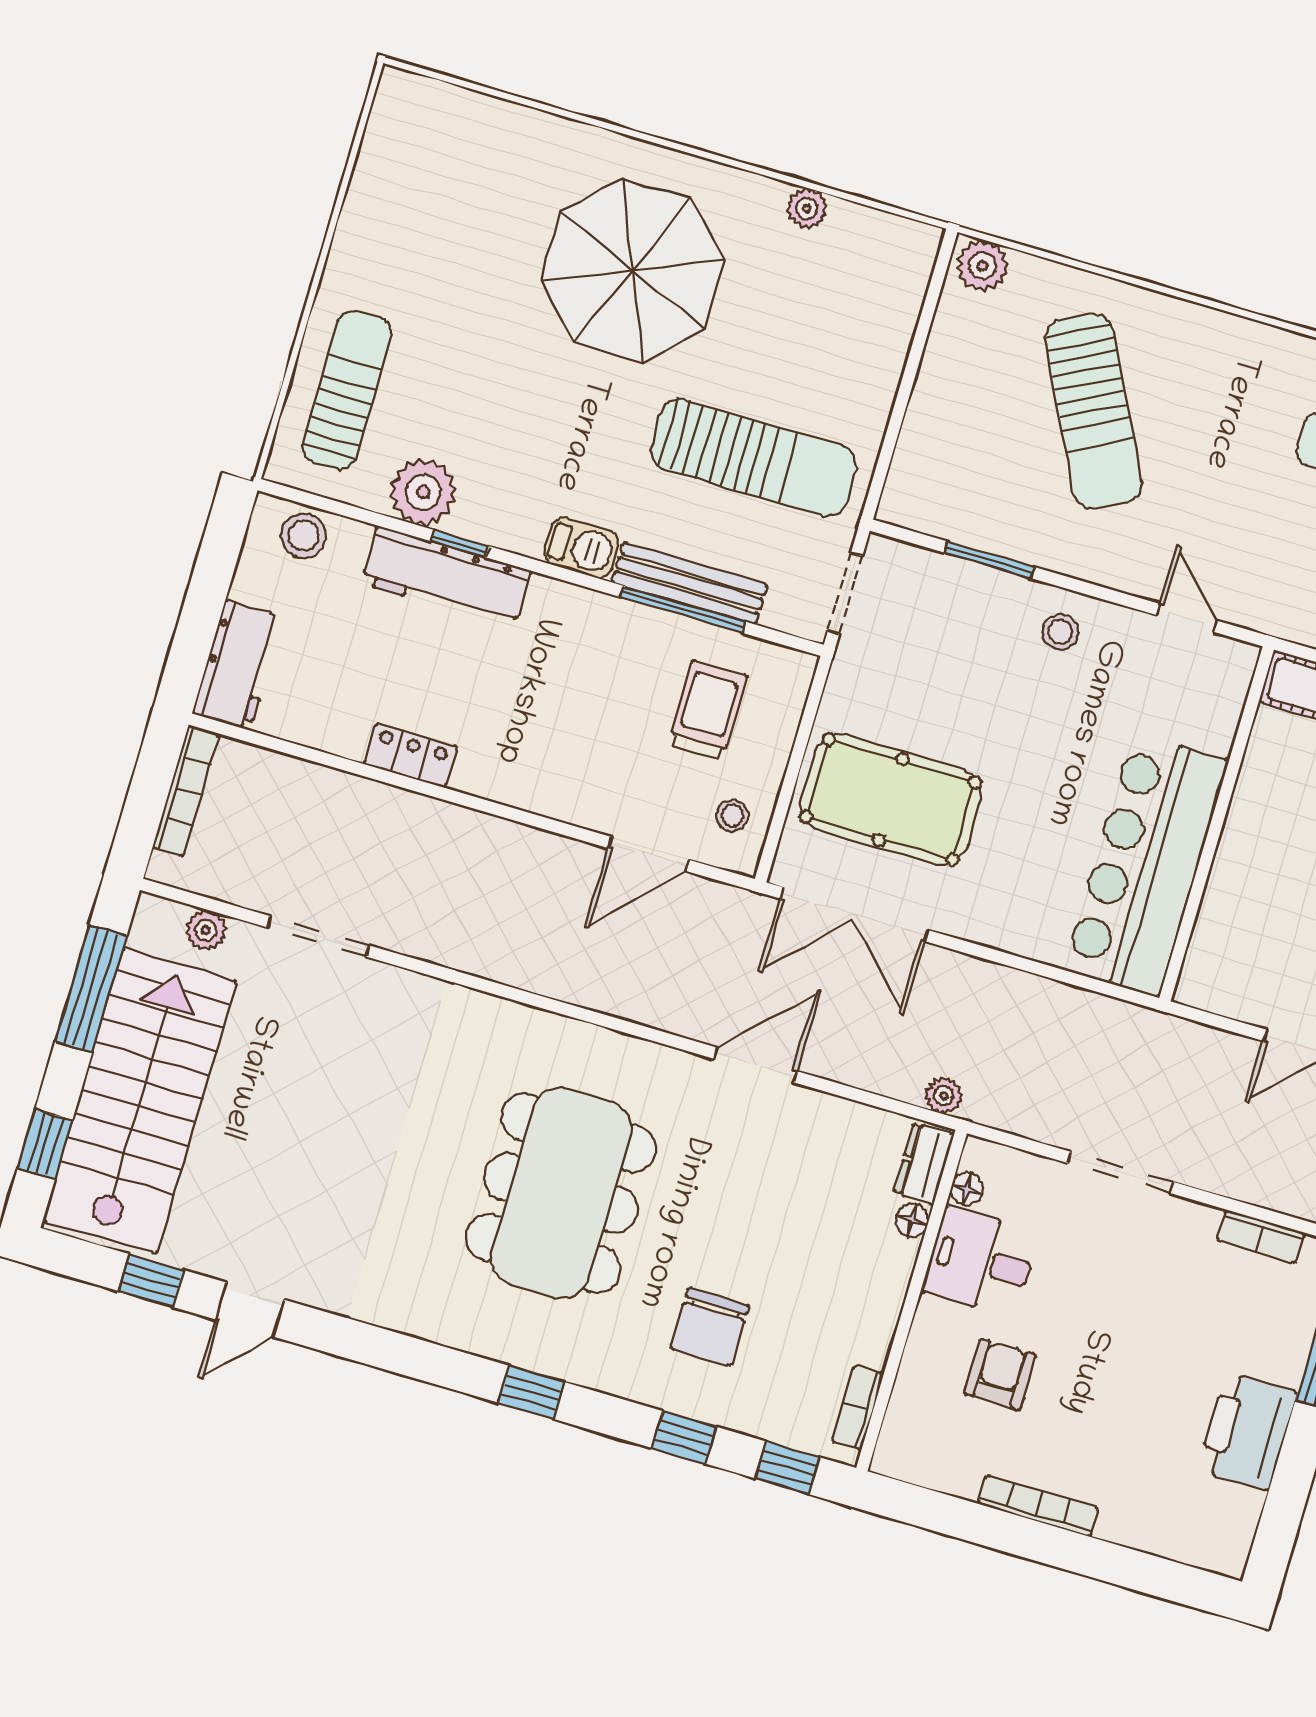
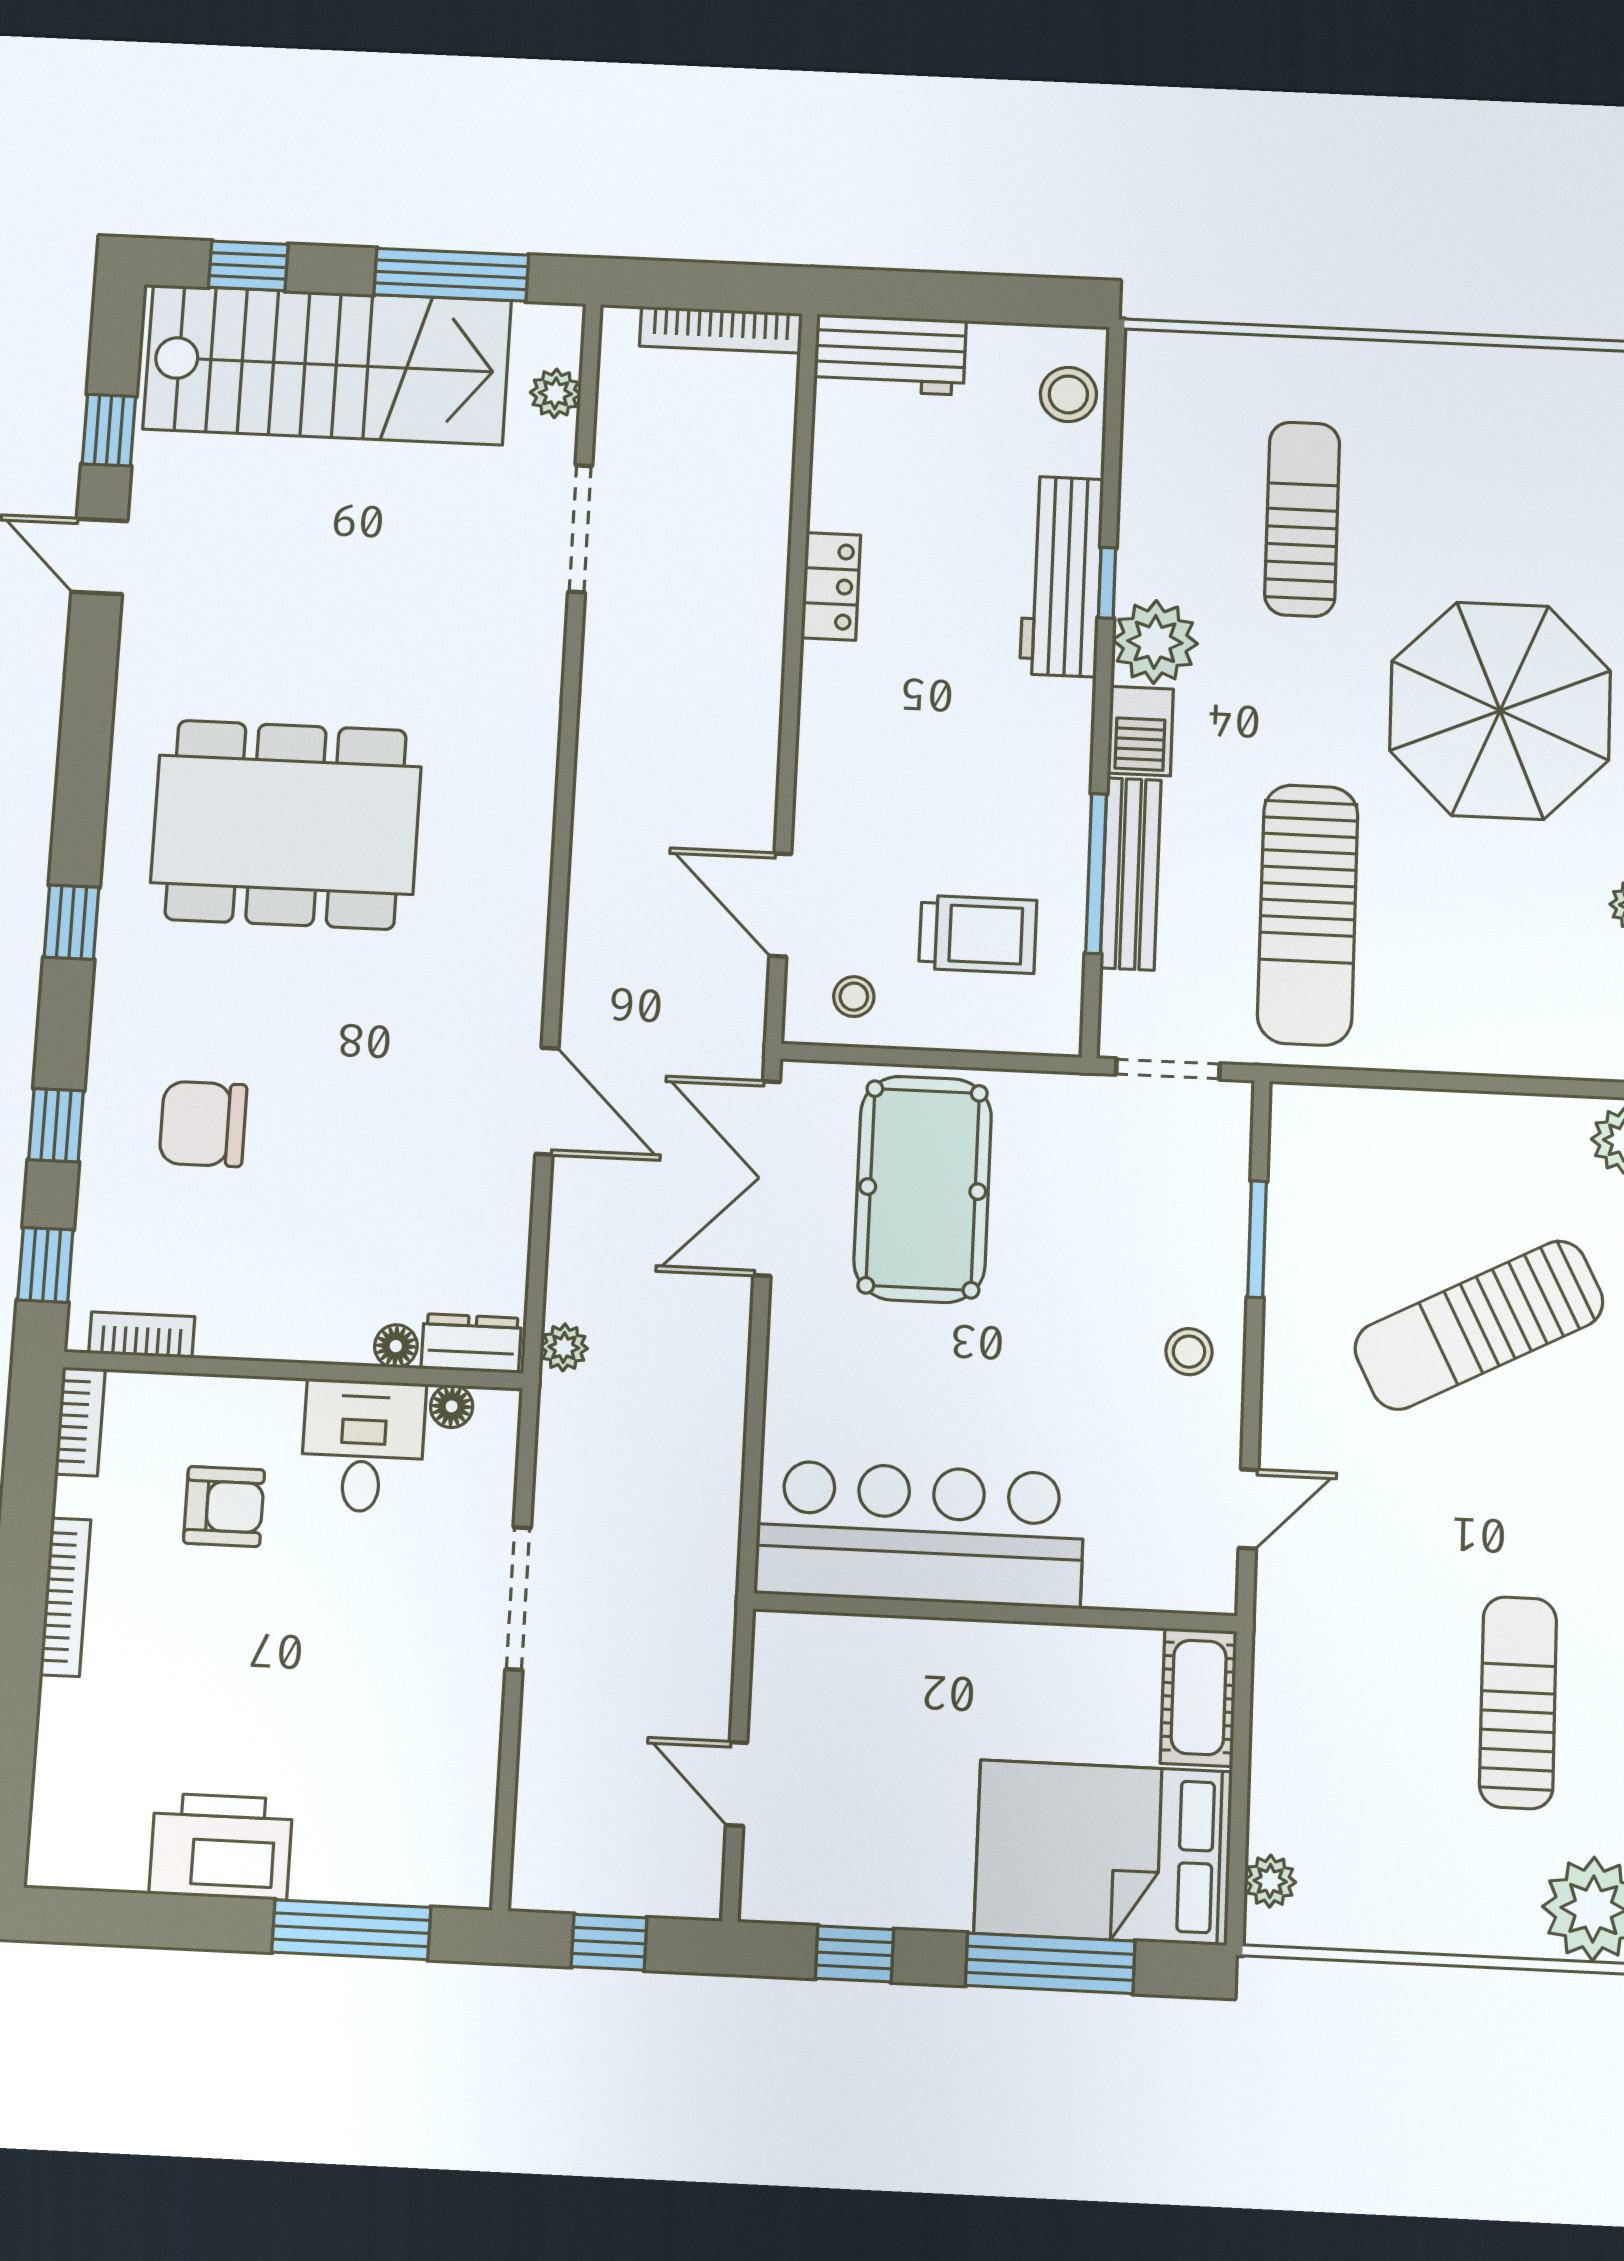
sun lounger: (347, 390) -> (1302, 519), moved, turned -90
plant: (423, 492) -> (1155, 642), moved
dining table: (561, 1193) -> (286, 825), moved
bookcase: (1261, 1237) -> (80, 1422), moved, turned 180

